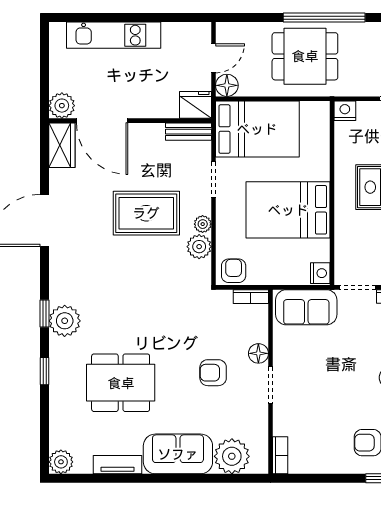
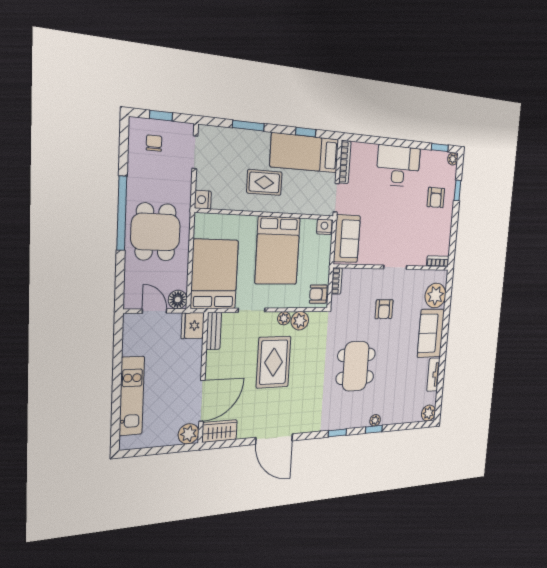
plant: (65, 321) -> (375, 420), moved, width x0.53, depth x0.53
floor lamp: (258, 353) -> (374, 276), removed
dining table: (121, 383) -> (356, 366), moved

